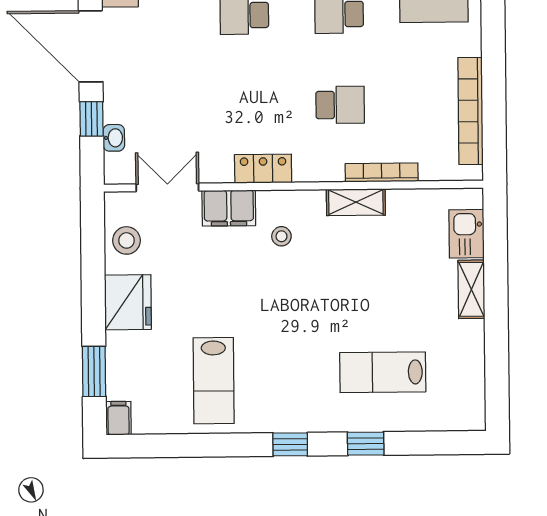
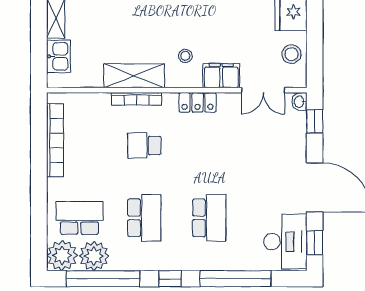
window: (91, 119) -> (315, 121), moved
washbasin: (114, 138) -> (299, 102), moved
bookcase: (382, 173) -> (137, 99), moved
shelving: (356, 202) -> (134, 76), width x1.50, depth x1.33

